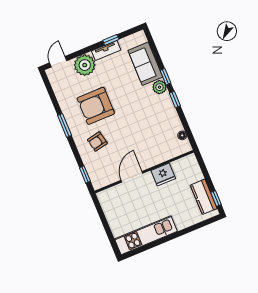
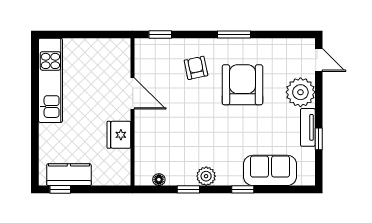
plant: (159, 87) -> (206, 176), moved
window: (175, 99) -> (188, 189), moved

